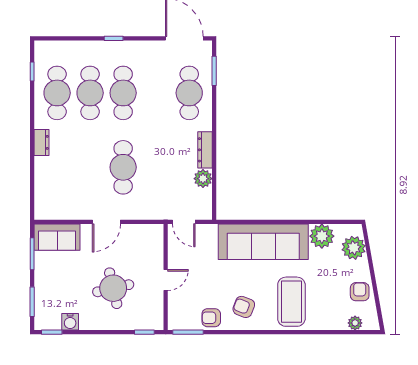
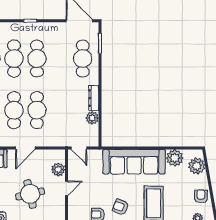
cafe table: (90, 167) -> (14, 110), added
plant: (154, 253) -> (58, 169), added

